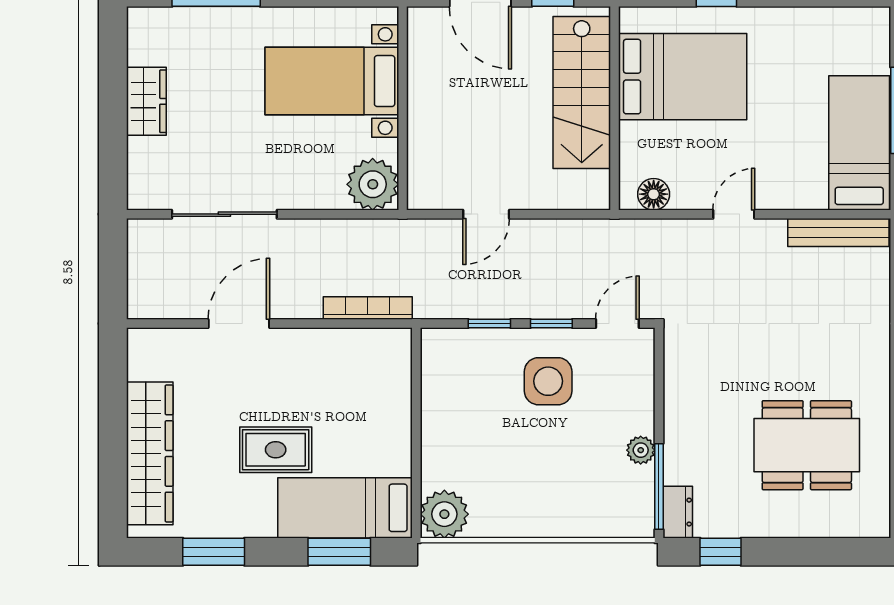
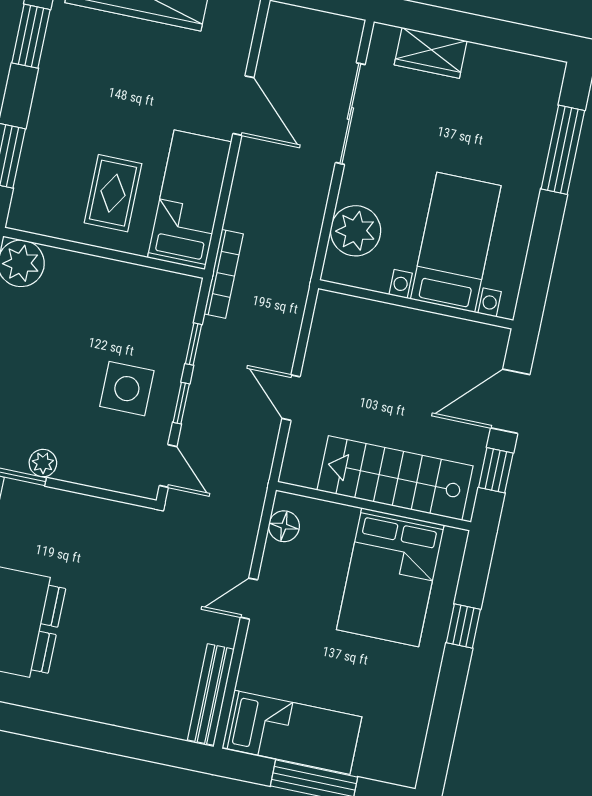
wardrobe: (146, 101) -> (431, 53), moved
plant: (373, 184) -> (356, 231), moved
door: (486, 214) -> (291, 398), moved
door: (734, 214) -> (249, 599), swing flipped
bookcase: (368, 308) -> (224, 274), moved
rug: (276, 450) -> (113, 193), moved
bed: (345, 508) -> (190, 200), moved

